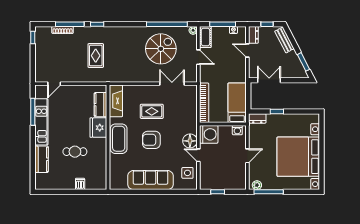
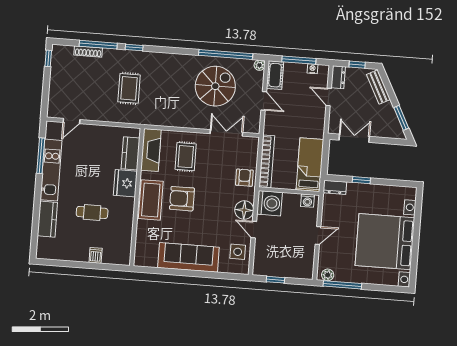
rug: (152, 111) -> (186, 157), moved, turned 90
armchair: (188, 116) -> (244, 178), added
armchair: (151, 140) -> (182, 199), moved

